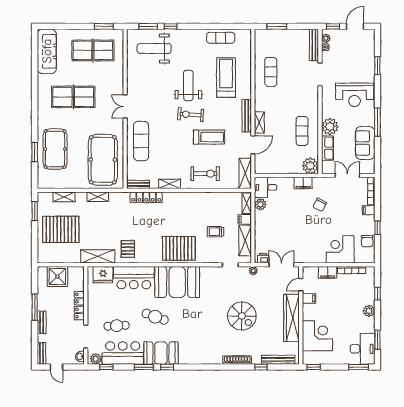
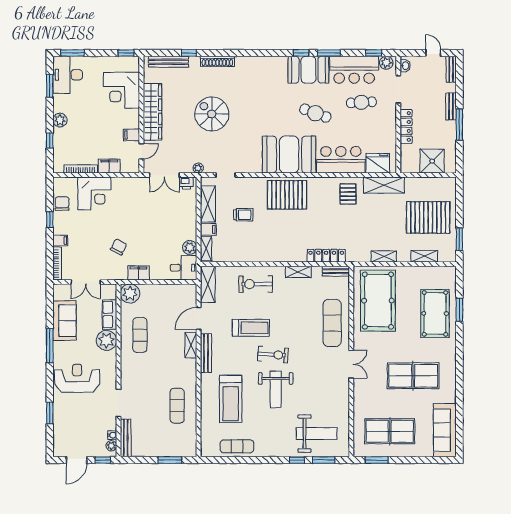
treadmill: (209, 137) -> (251, 328), turned 180

